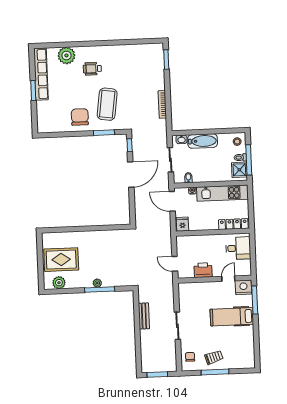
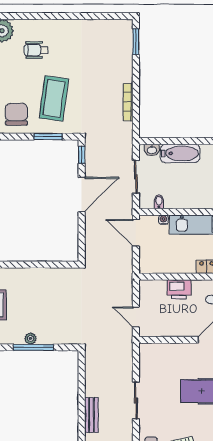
fridge: (182, 224) -> (148, 264), removed
printer: (203, 270) -> (179, 289), moved, turned 180
bench: (144, 316) -> (91, 415), moved

